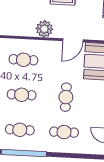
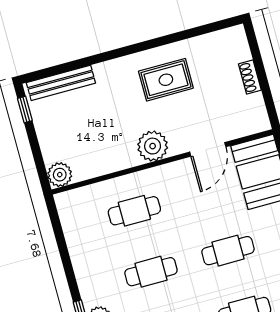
cafe table: (66, 97) -> (228, 251), turned 90

